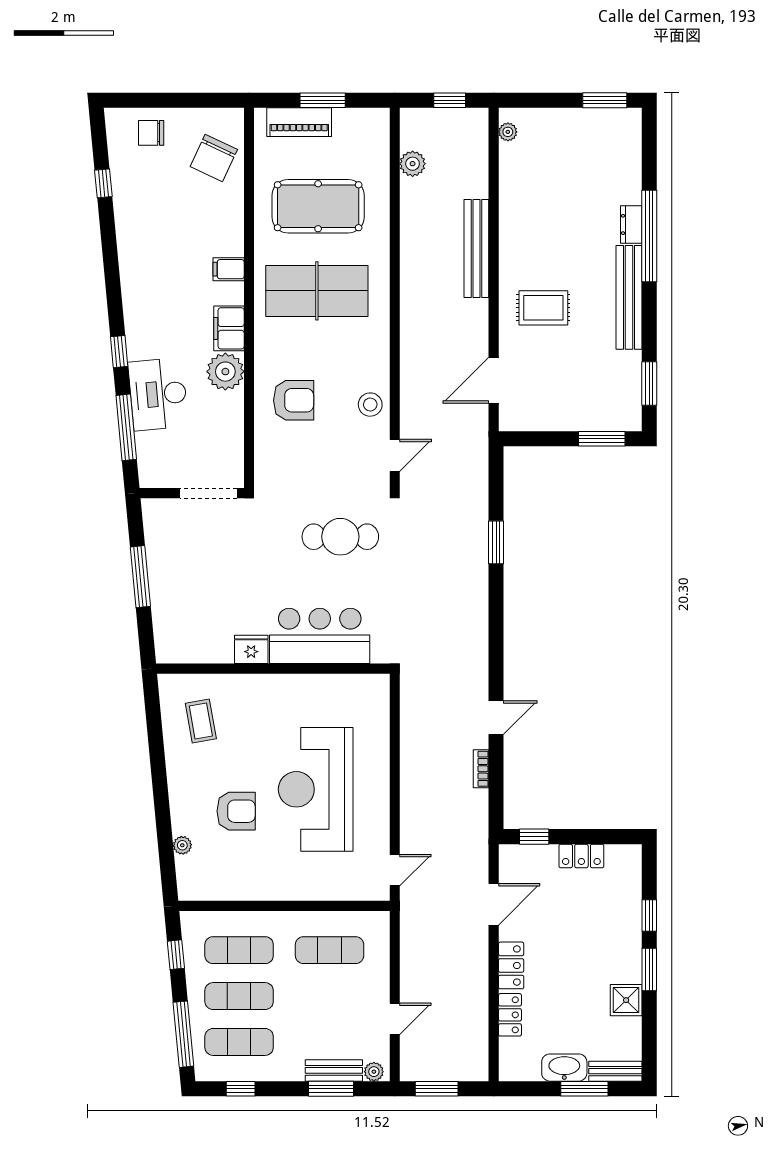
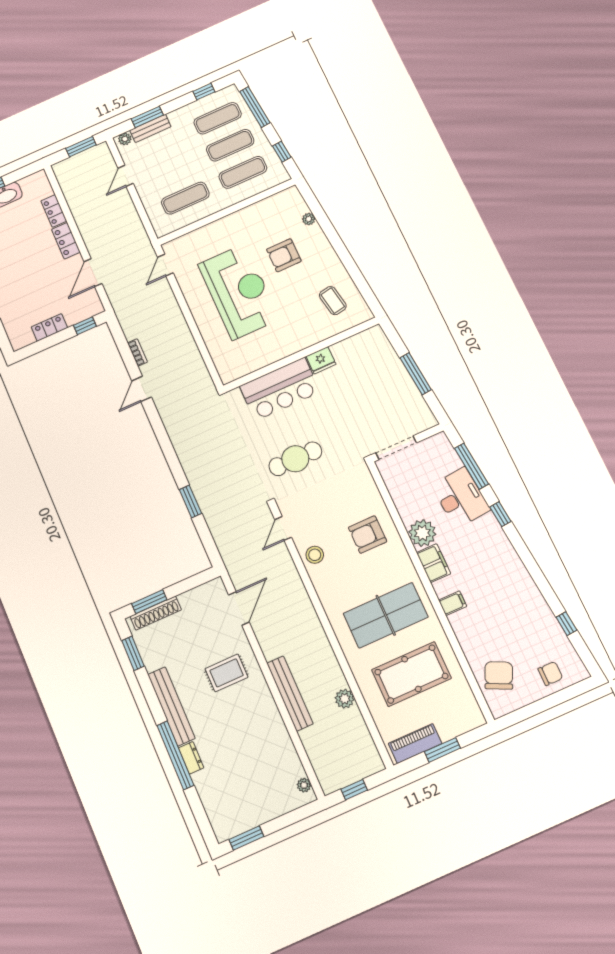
piano: (299, 122) -> (415, 744), moved
plant: (413, 164) -> (345, 699), moved
shoe rack: (600, 421) -> (156, 613), added

